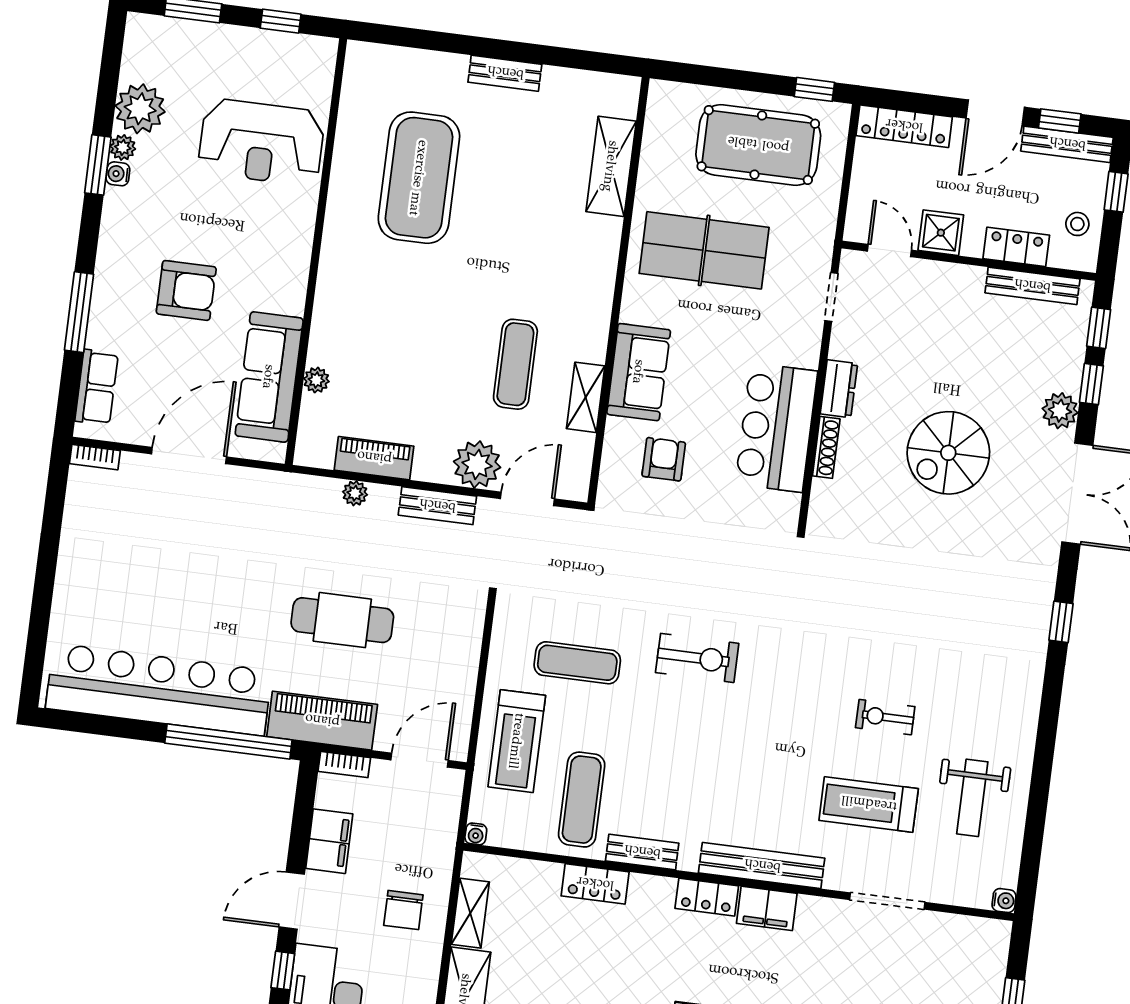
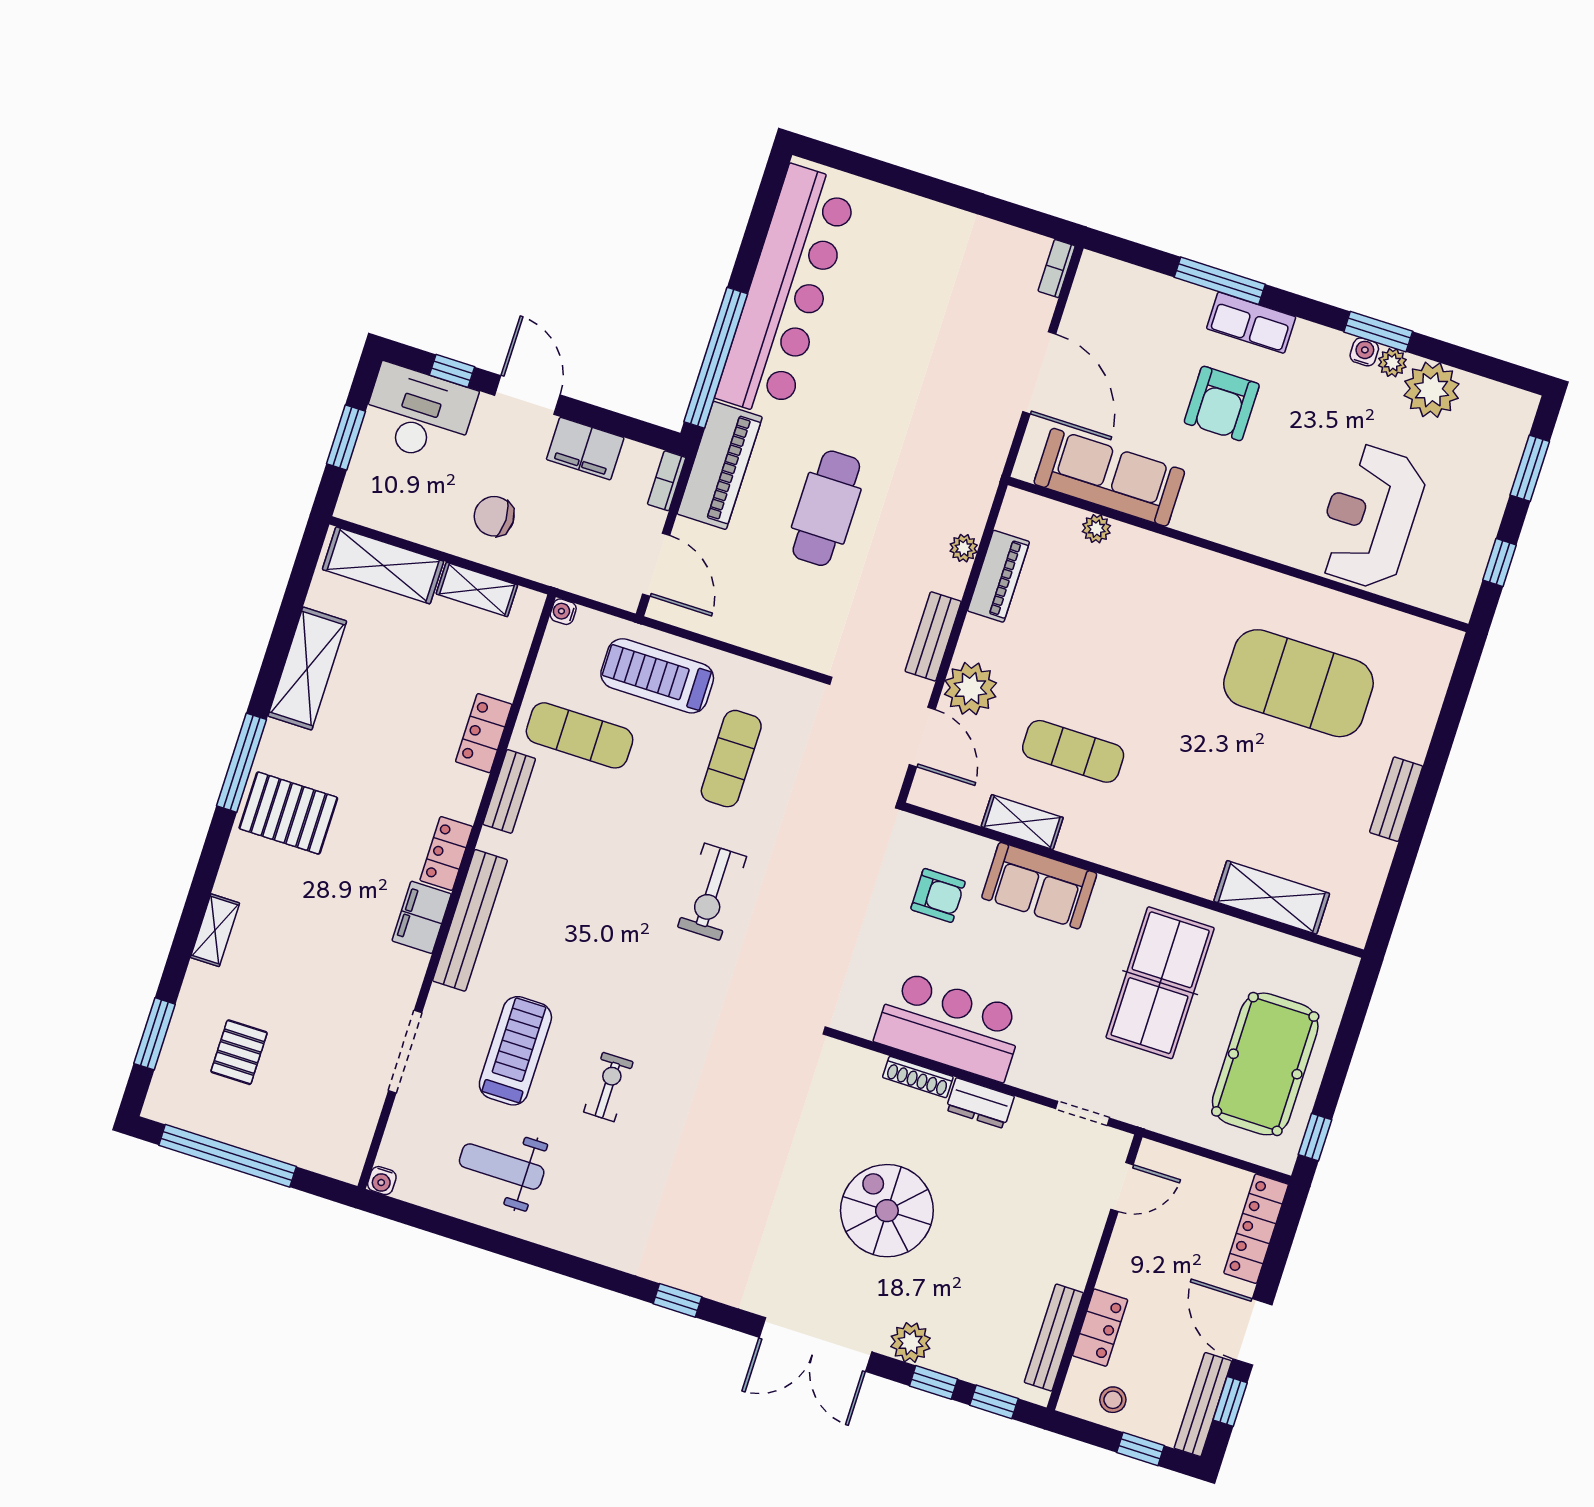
shower: (941, 233) -> (1131, 1247), removed
row of seats: (97, 387) -> (1251, 323), moved

